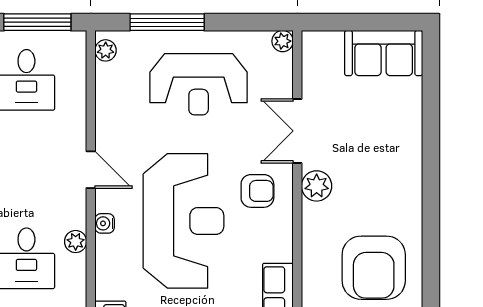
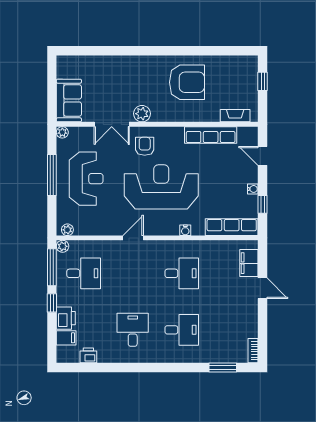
window: (167, 22) -> (52, 175), moved
sofa: (384, 53) -> (69, 101), moved
water cooler: (105, 223) -> (185, 230), moved
plant: (76, 242) -> (63, 246), moved

